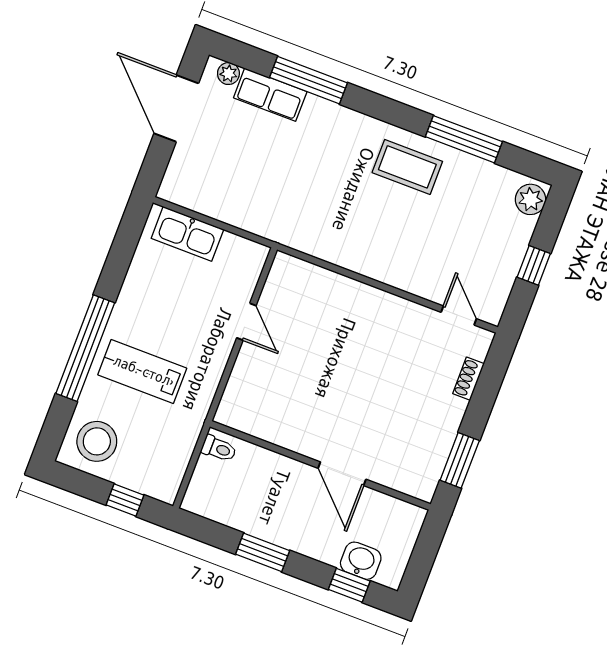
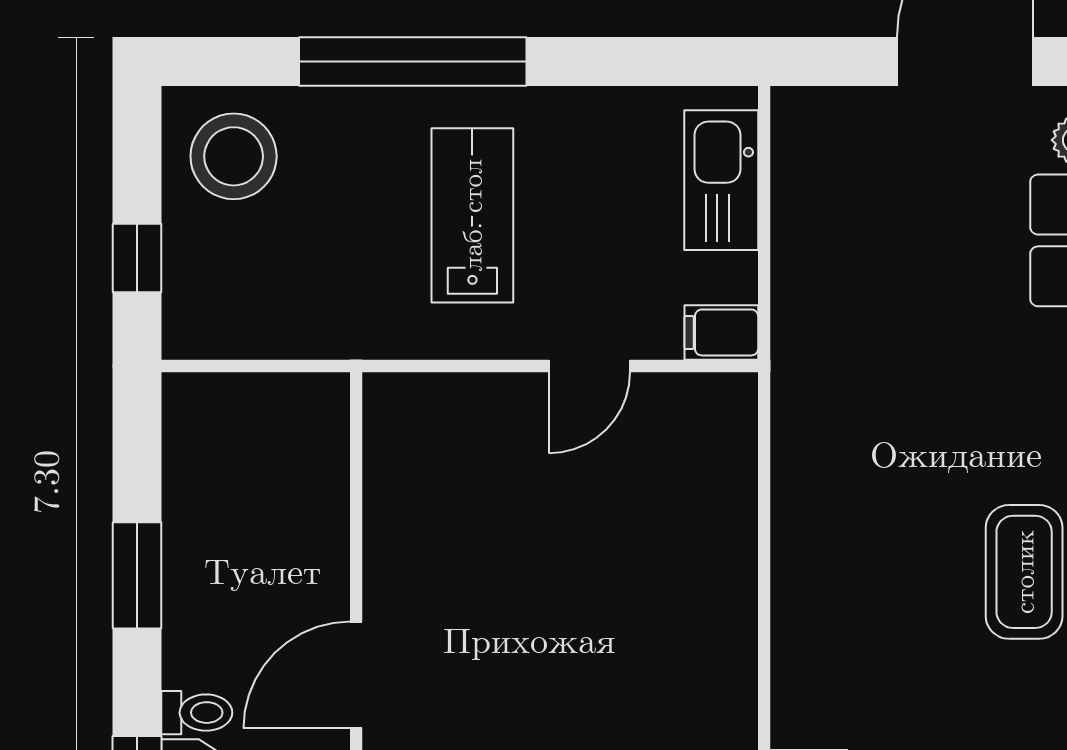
filing cabinet: (254, 259) -> (721, 332), added
lab bench: (142, 371) -> (472, 215), moved
toilet: (219, 449) -> (197, 713), moved, turned -90

